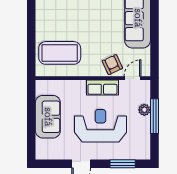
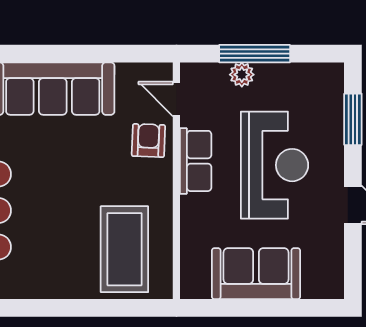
armchair: (112, 65) -> (148, 141), turned 117
reception desk: (100, 126) -> (275, 165), turned 180

